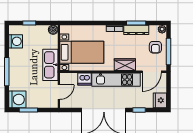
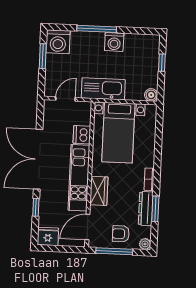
washing machine: (16, 41) -> (114, 42), moved
door: (152, 72) -> (87, 227), hinge flipped
door: (59, 92) -> (66, 99), swing flipped

